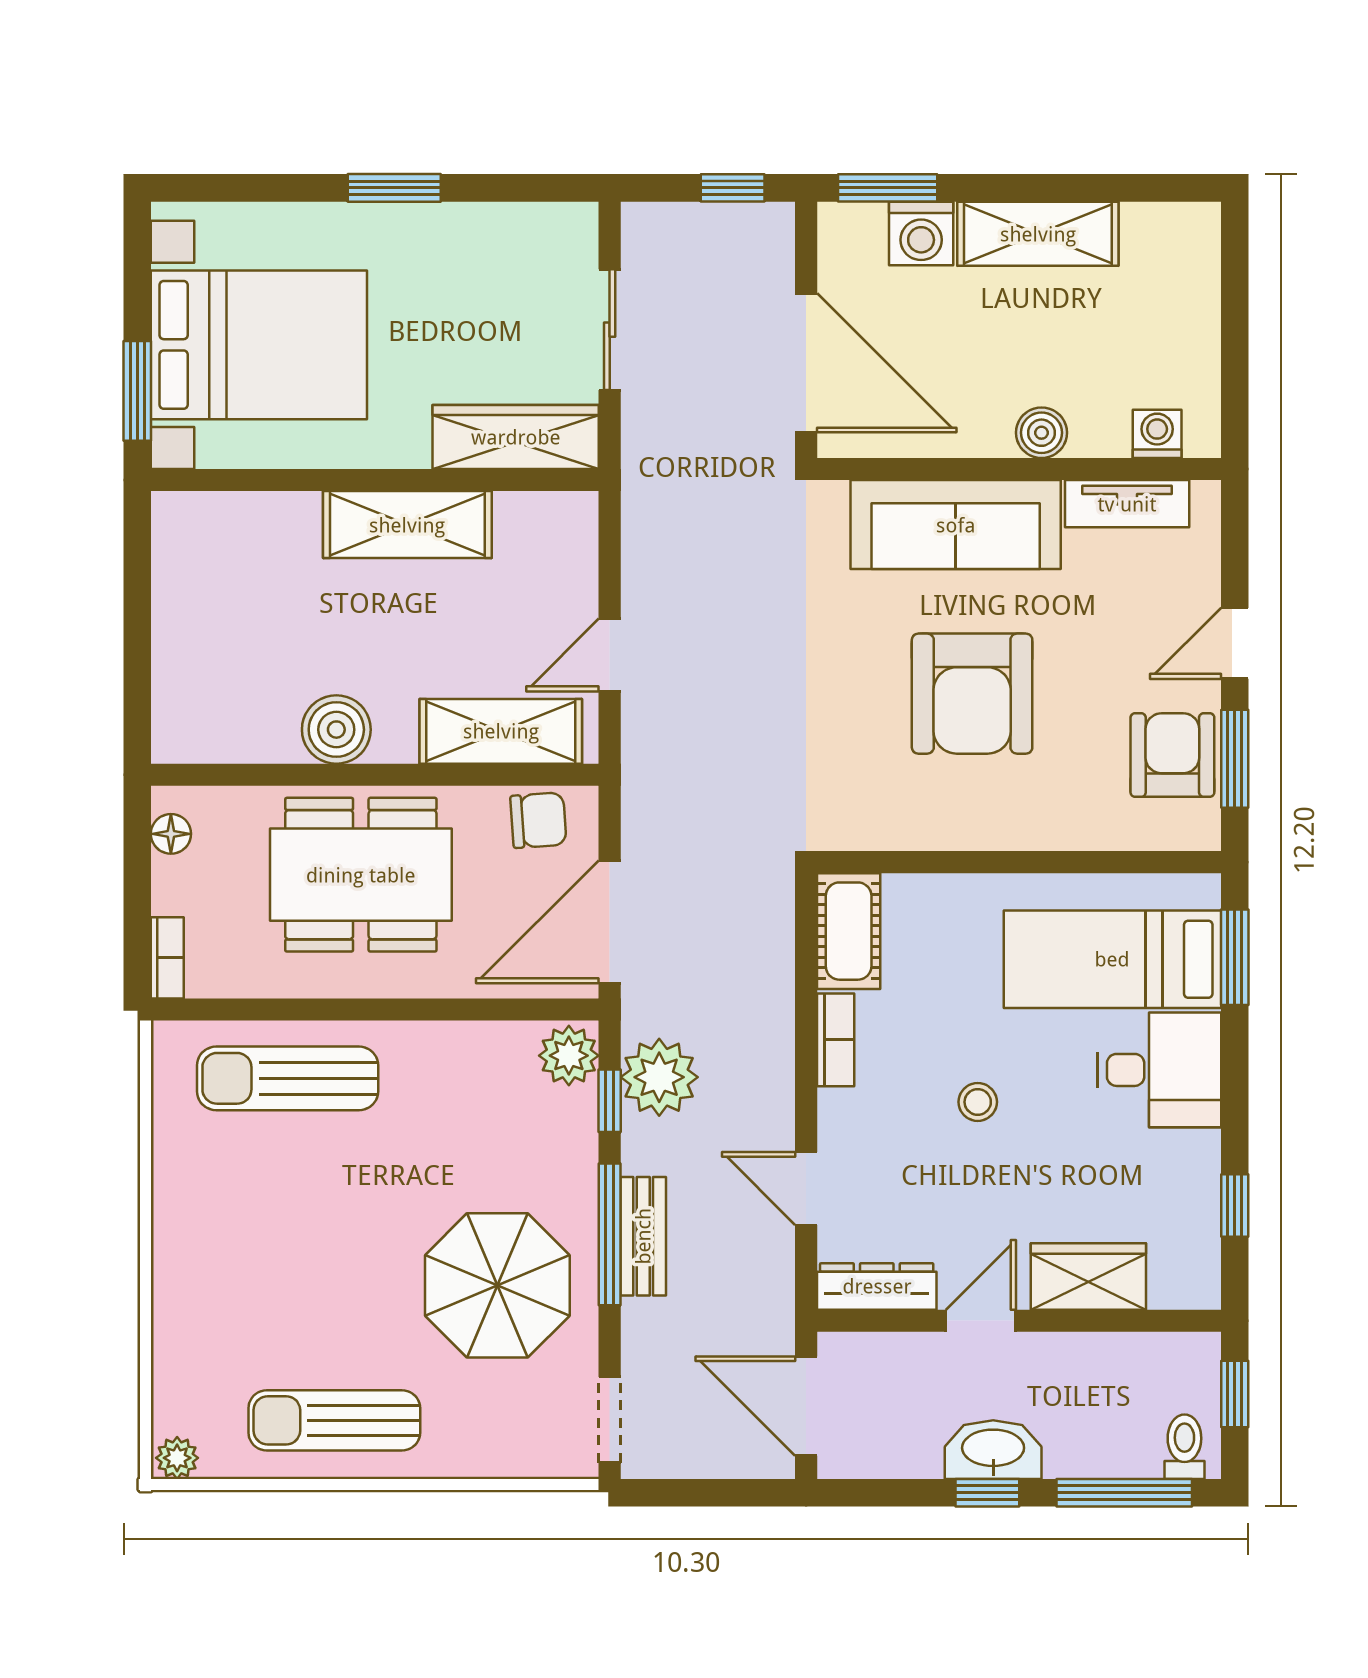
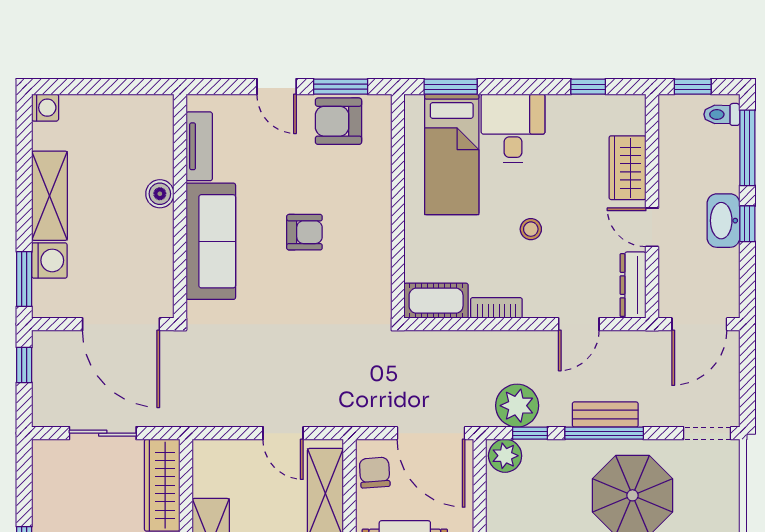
door: (806, 363) -> (121, 324), swing flipped
washing machine: (1157, 434) -> (45, 108), moved, turned 180
armchair: (972, 694) -> (304, 232), width x0.53, depth x0.53

